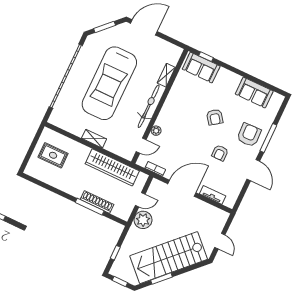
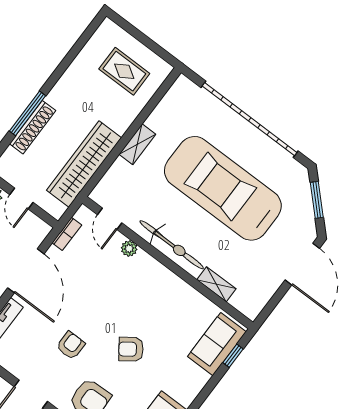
armchair: (220, 153) -> (71, 345), turned 90
rug: (53, 155) -> (124, 71), turned 90

